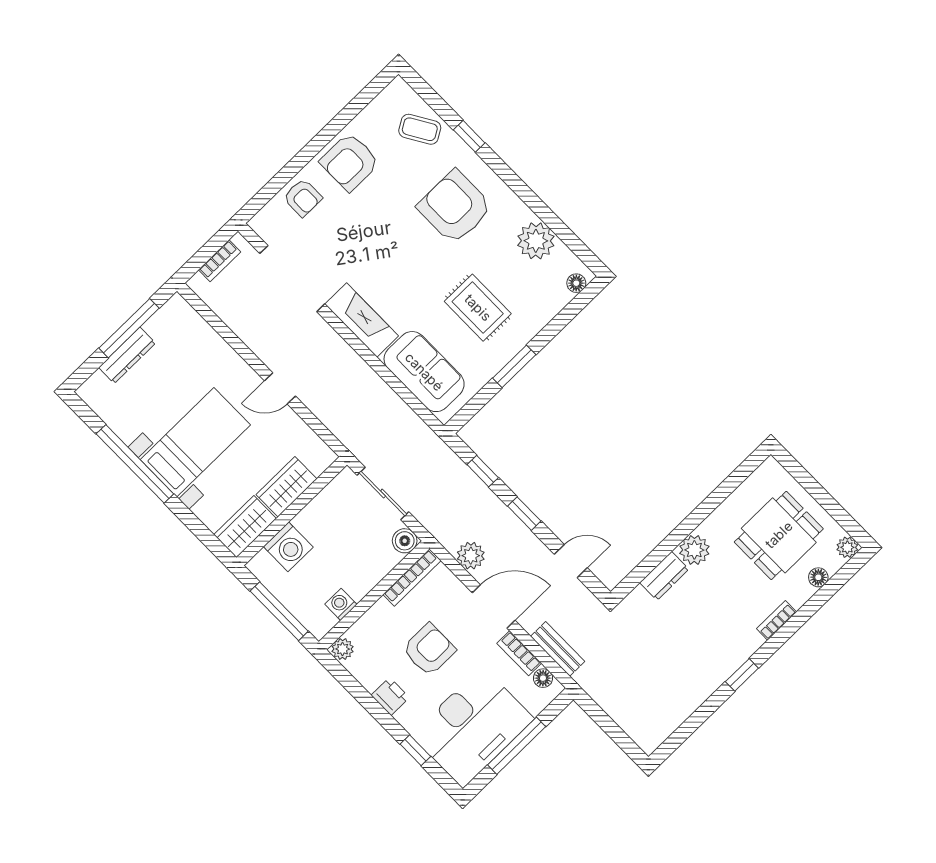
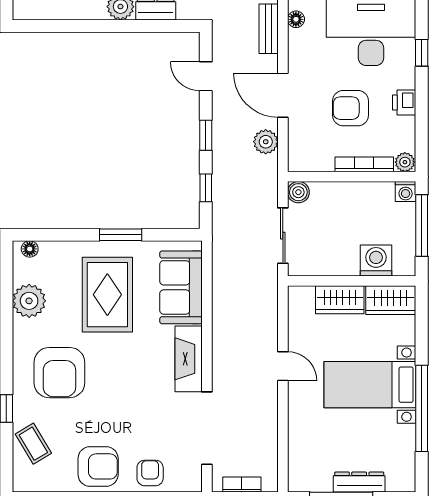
rug: (478, 308) -> (107, 295), width x1.36, depth x1.43
bookcase: (412, 578) -> (364, 164), moved
washing machine: (341, 604) -> (406, 191), moved
bookcase: (519, 653) -> (296, 50), removed

